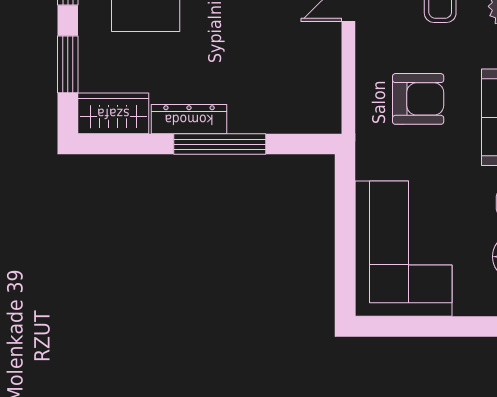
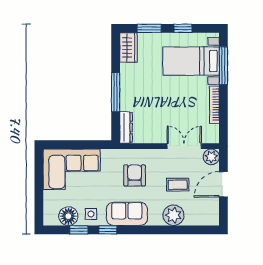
armchair: (418, 99) -> (135, 175), turned 180
dresser: (189, 119) -> (126, 127), moved

